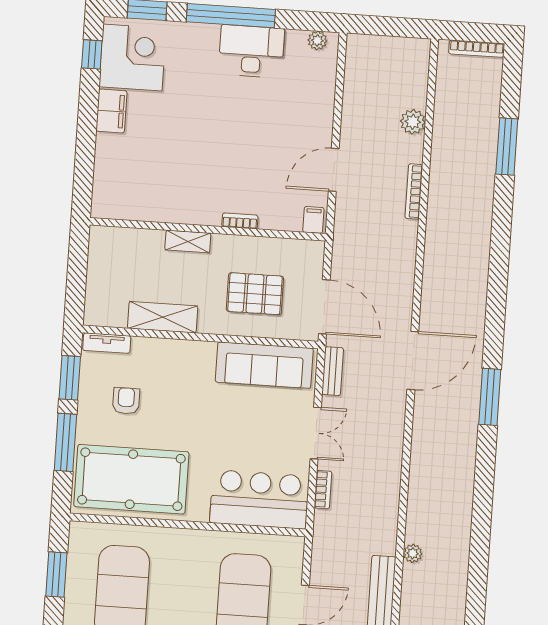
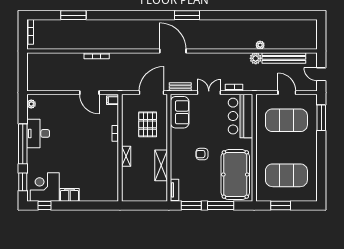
plant: (413, 122) -> (256, 58), moved
sofa: (264, 365) -> (180, 112), width x0.73
armchair: (126, 401) -> (202, 154), moved

